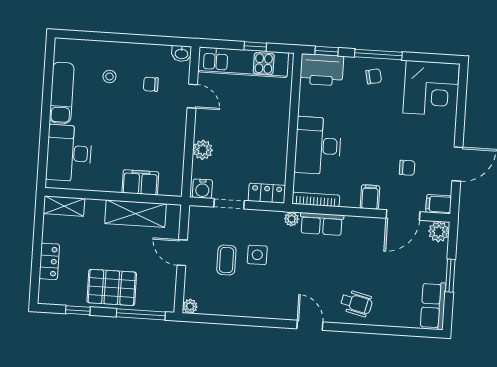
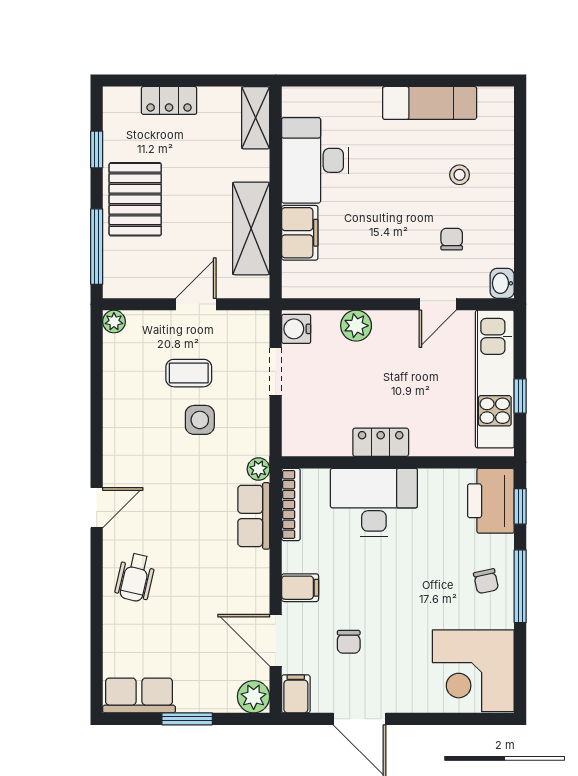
desk: (69, 153) -> (315, 160), moved, turned -90
locker: (267, 193) -> (381, 442), moved, turned -90

